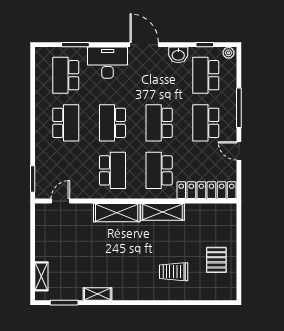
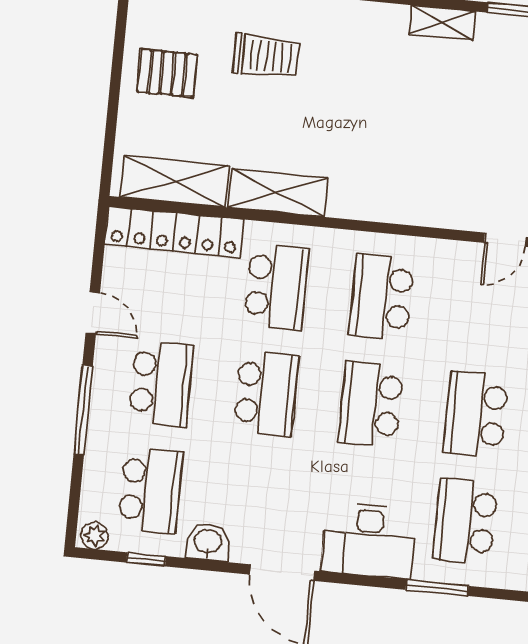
school desk: (66, 75) -> (465, 521), turned 180
school desk: (112, 123) -> (371, 404), turned 180
shelving: (117, 213) -> (175, 181), moved
pallet: (216, 260) -> (167, 73), turned 90

